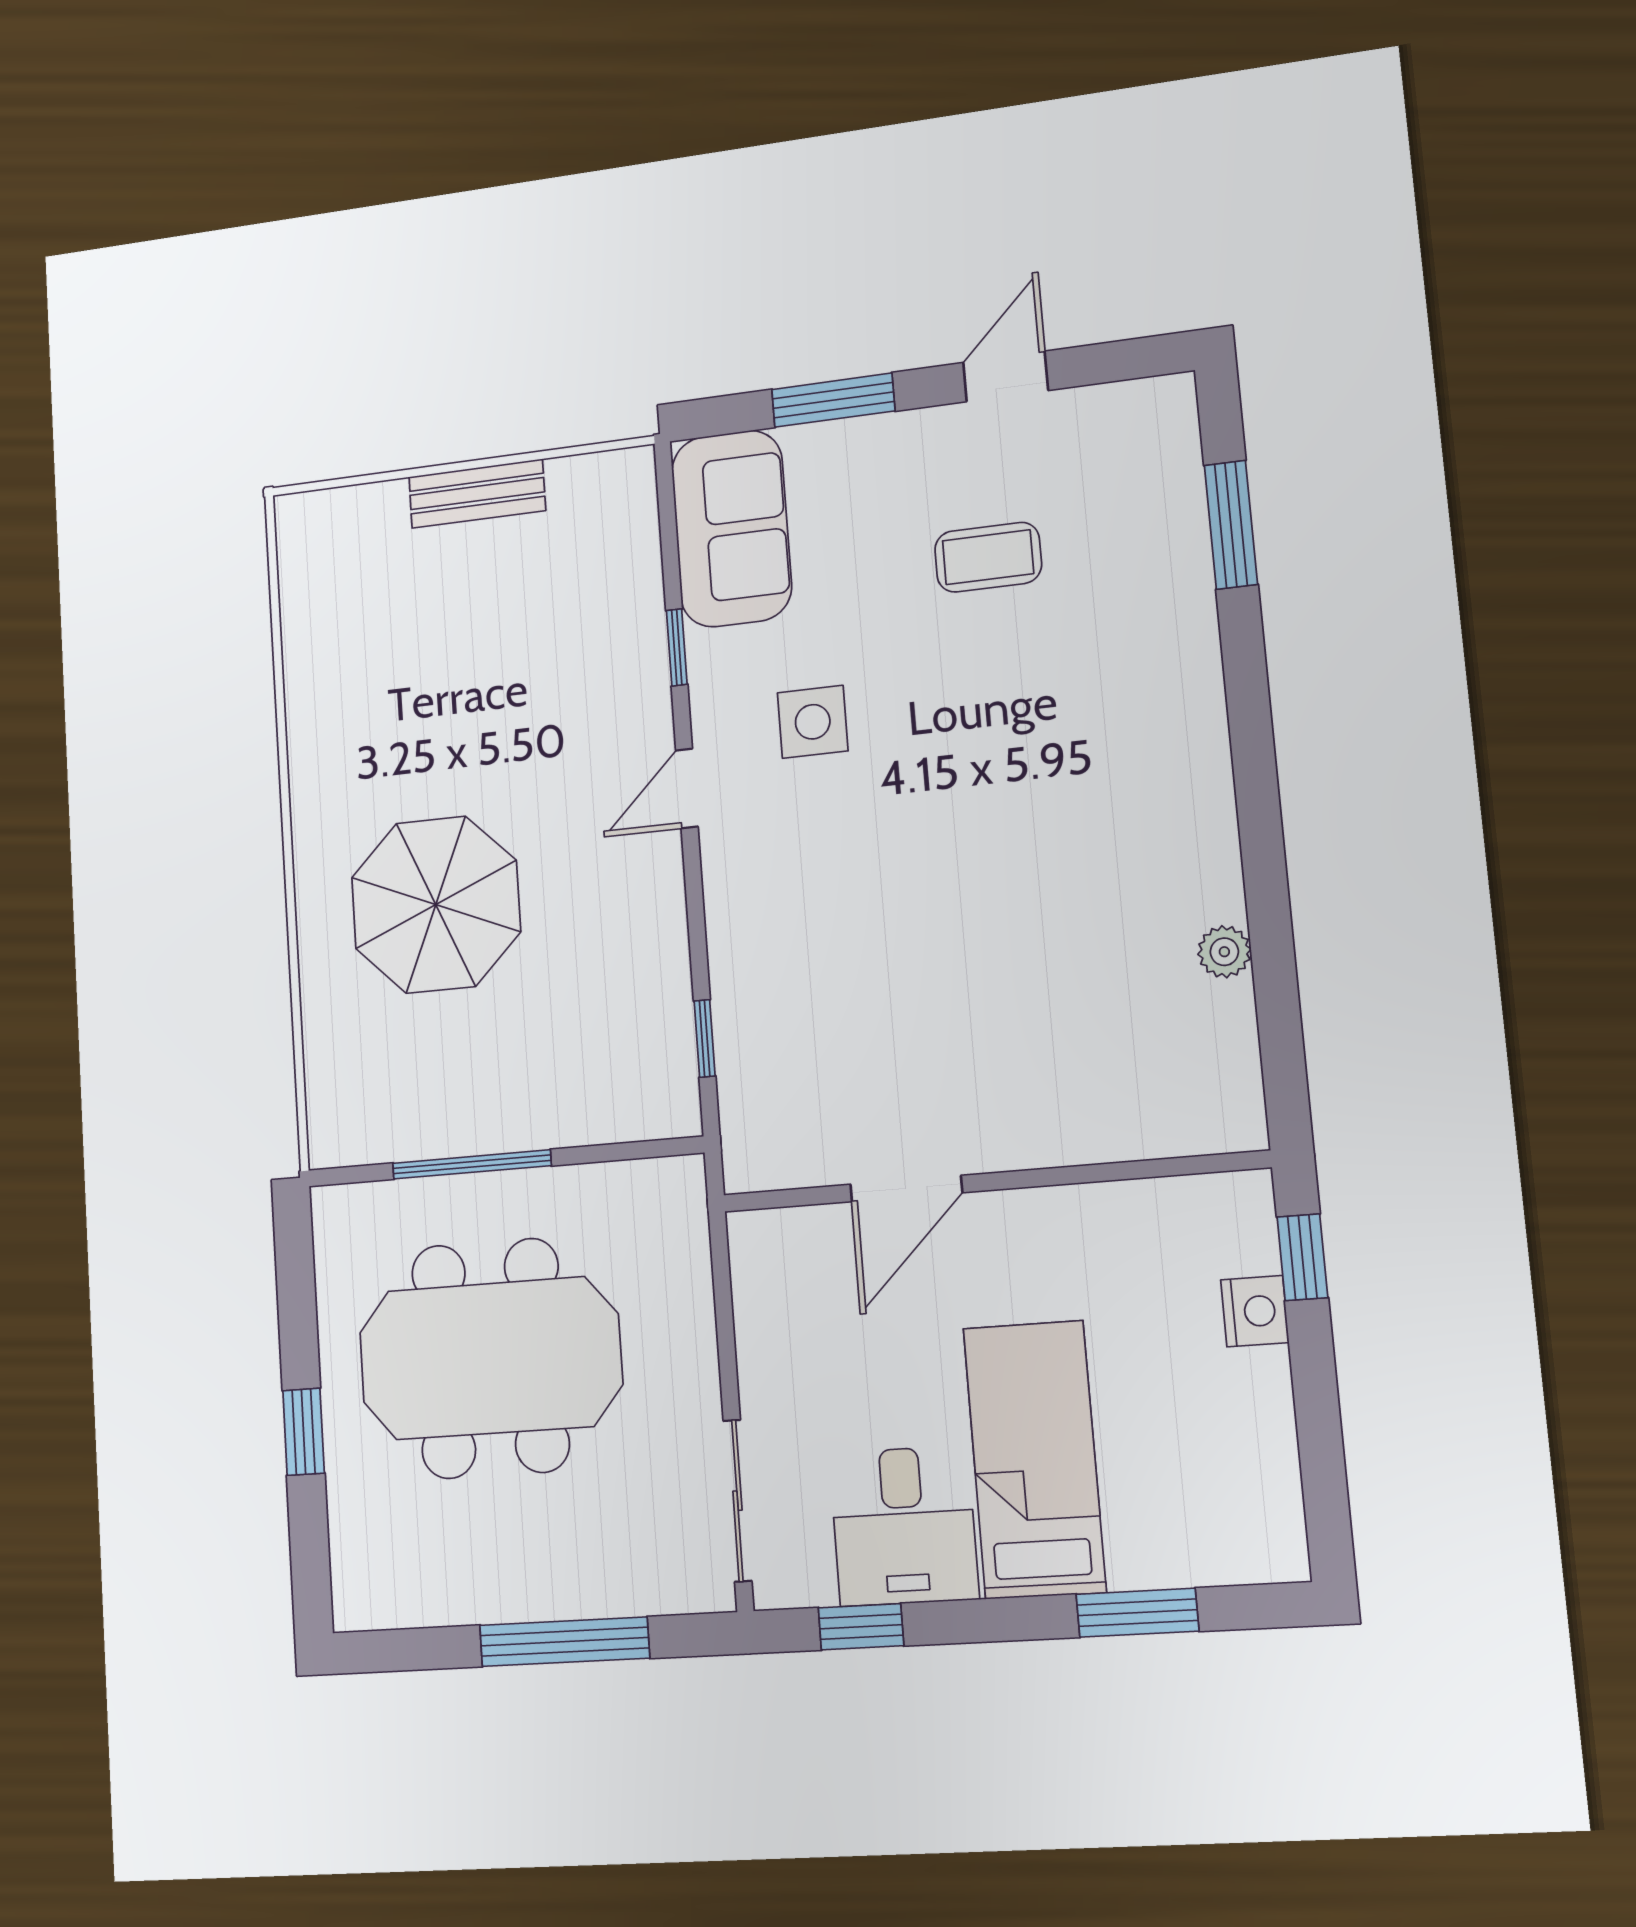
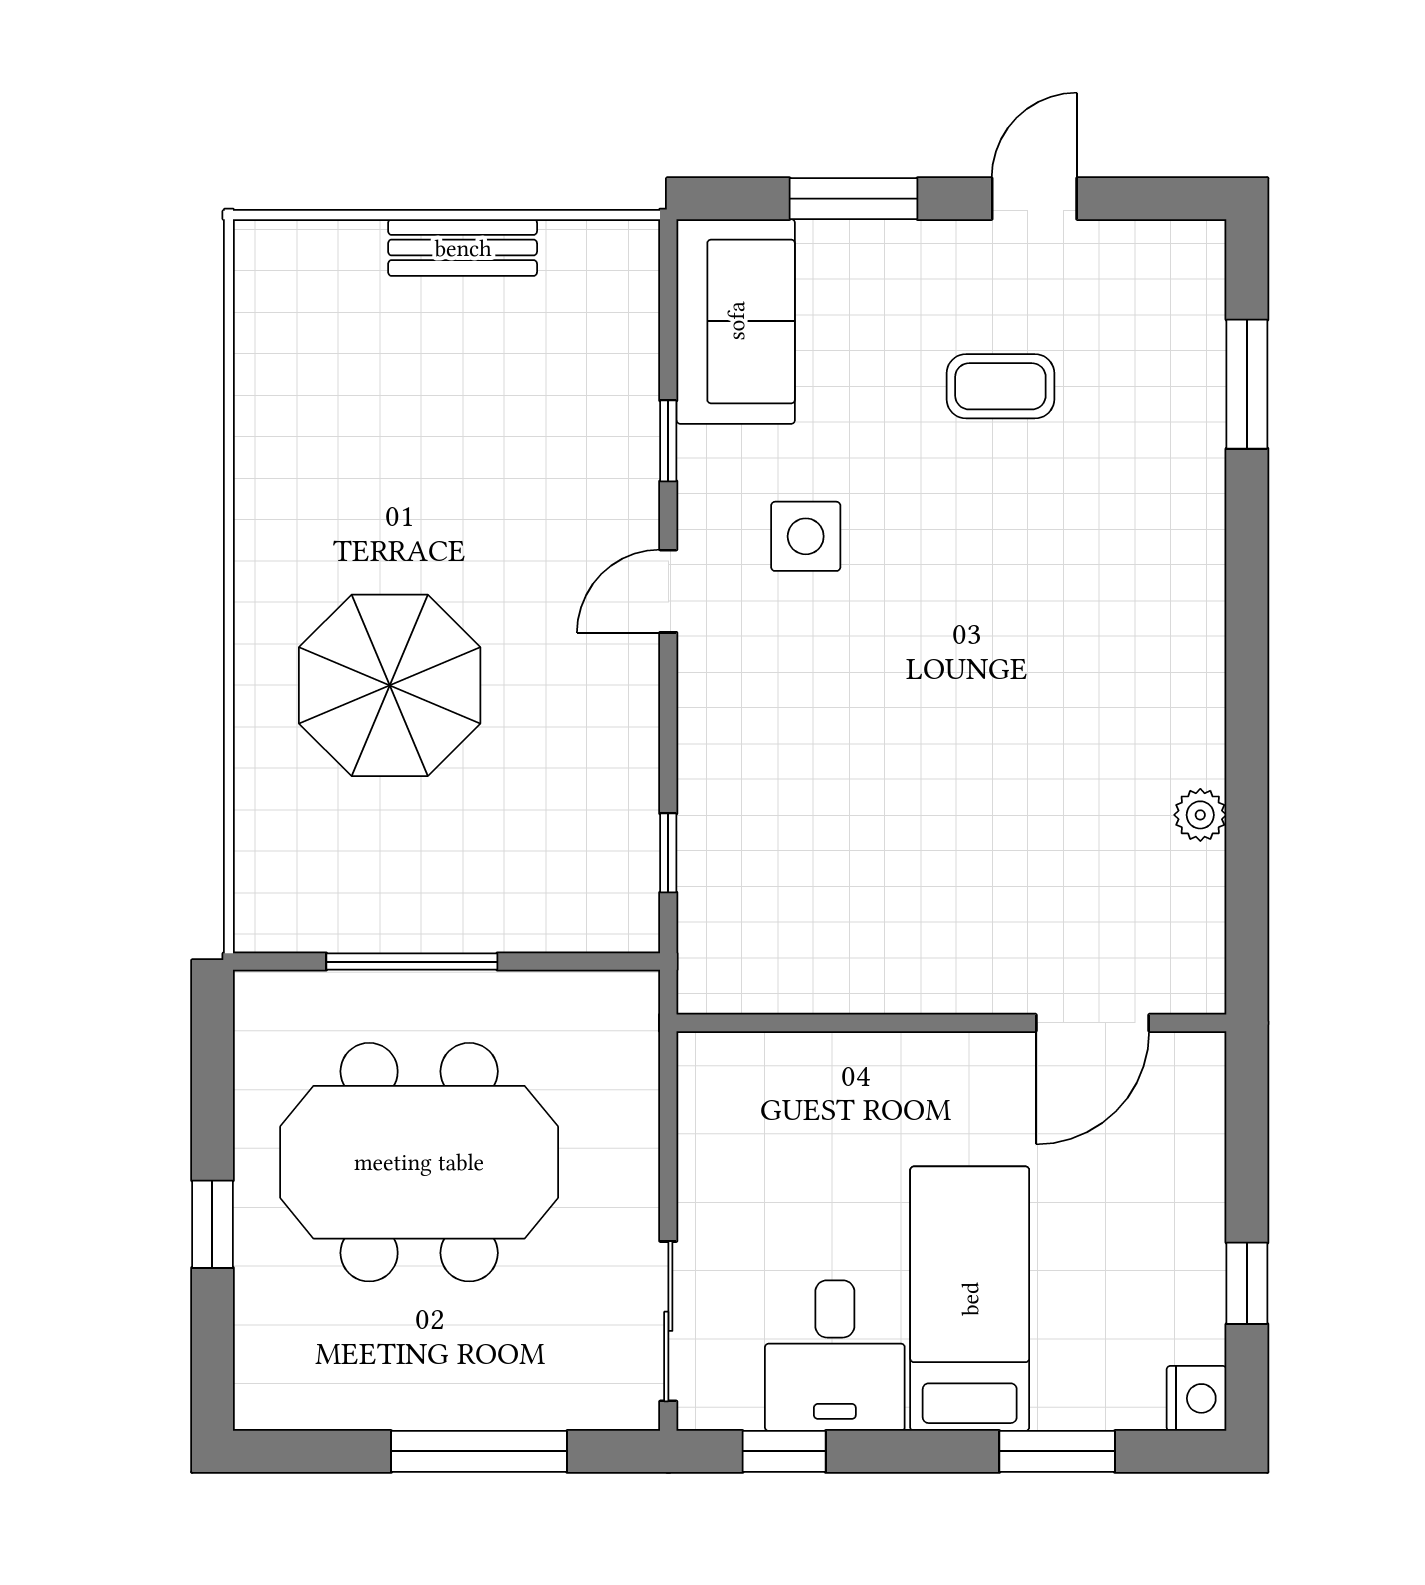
door: (906, 1188) -> (1092, 1023), moved
window: (1302, 1257) -> (1247, 1283), moved
nightstand: (1255, 1311) -> (1197, 1398), moved

